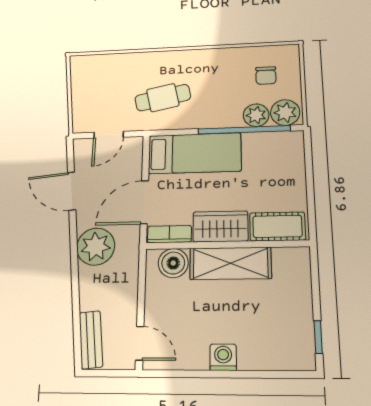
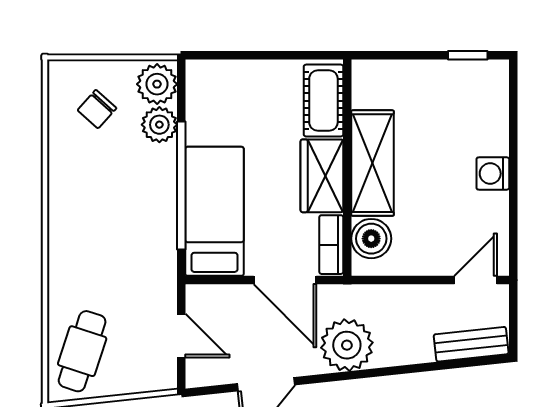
chair: (266, 76) -> (97, 109), turned 132
cafe table: (163, 98) -> (82, 351), moved, turned 30
window: (244, 130) -> (181, 186), moved

